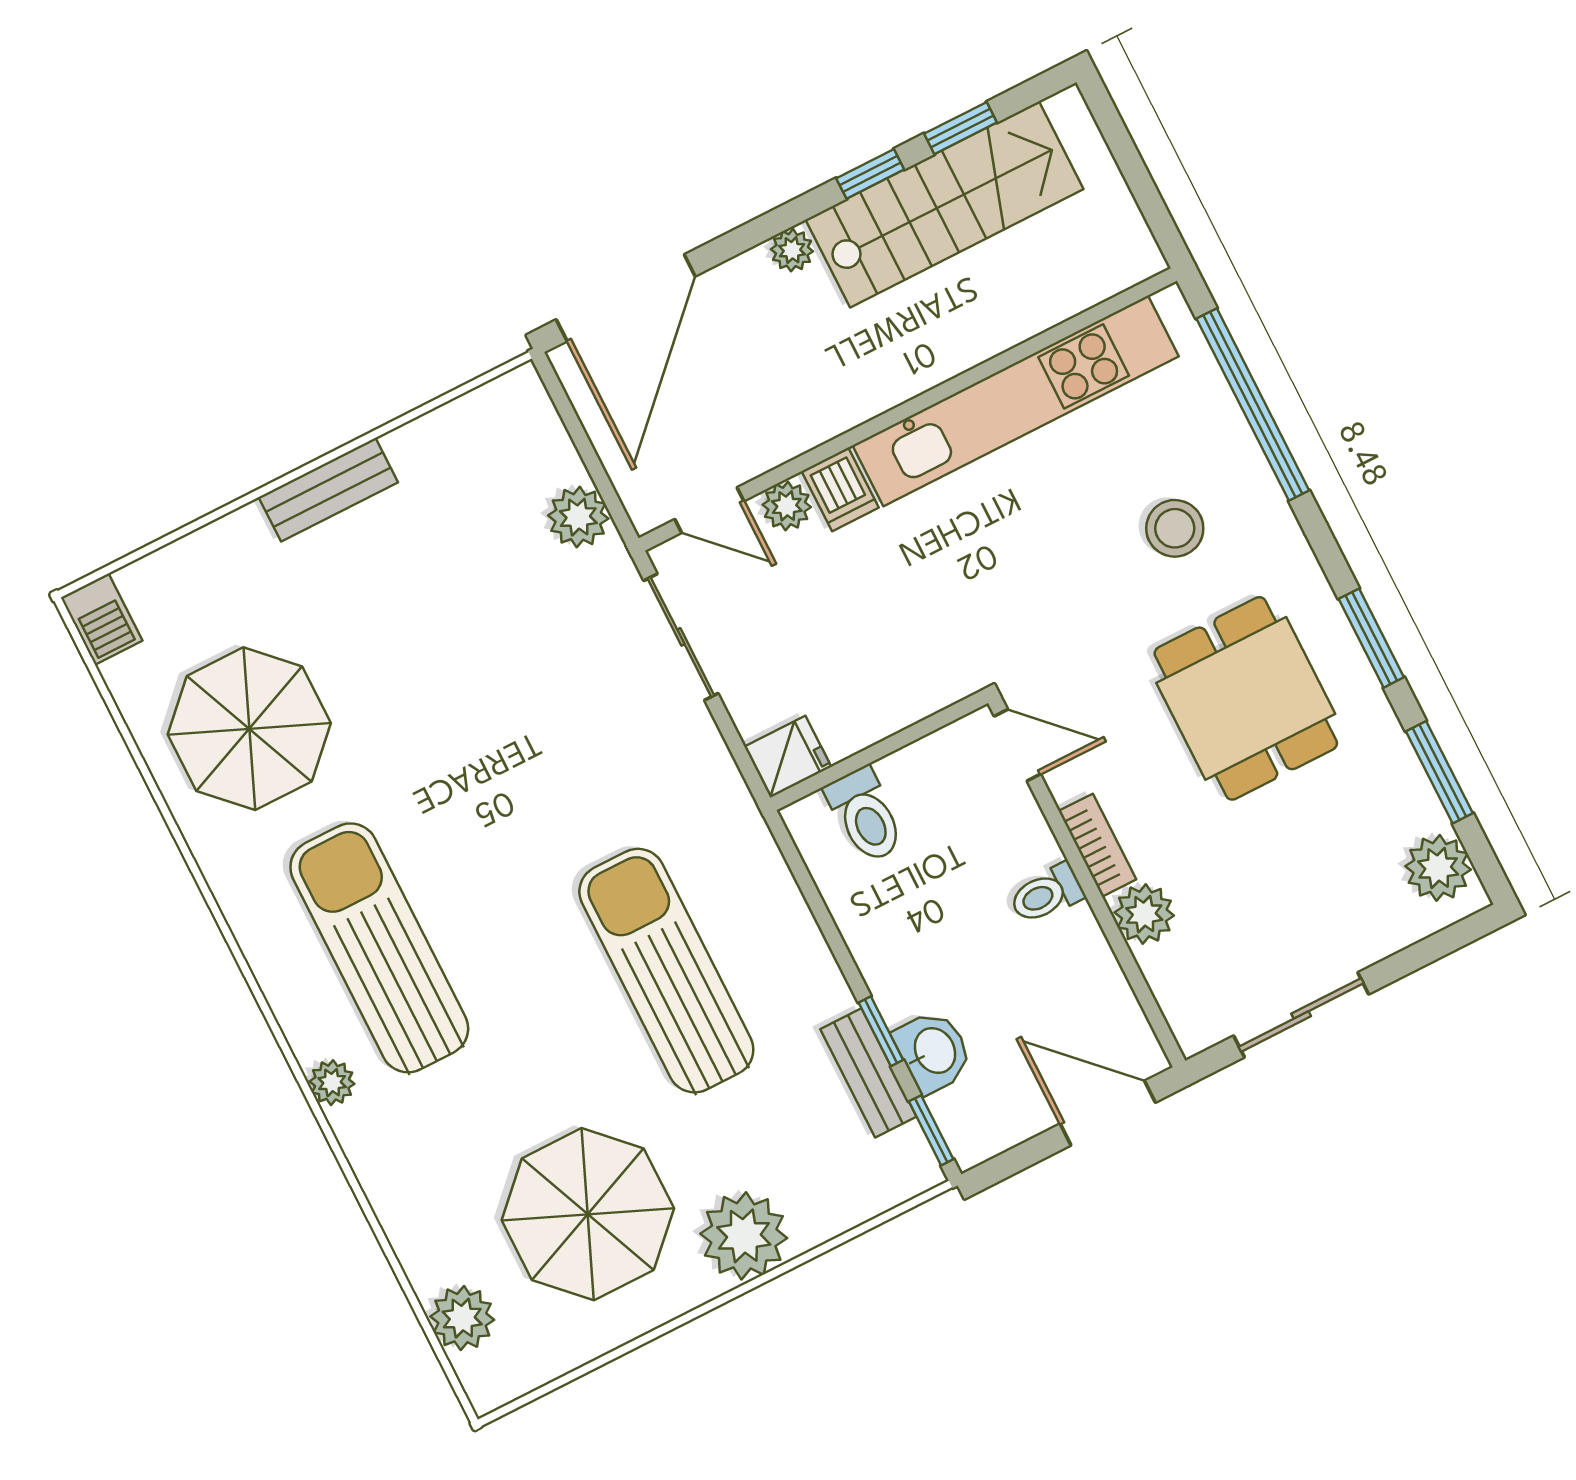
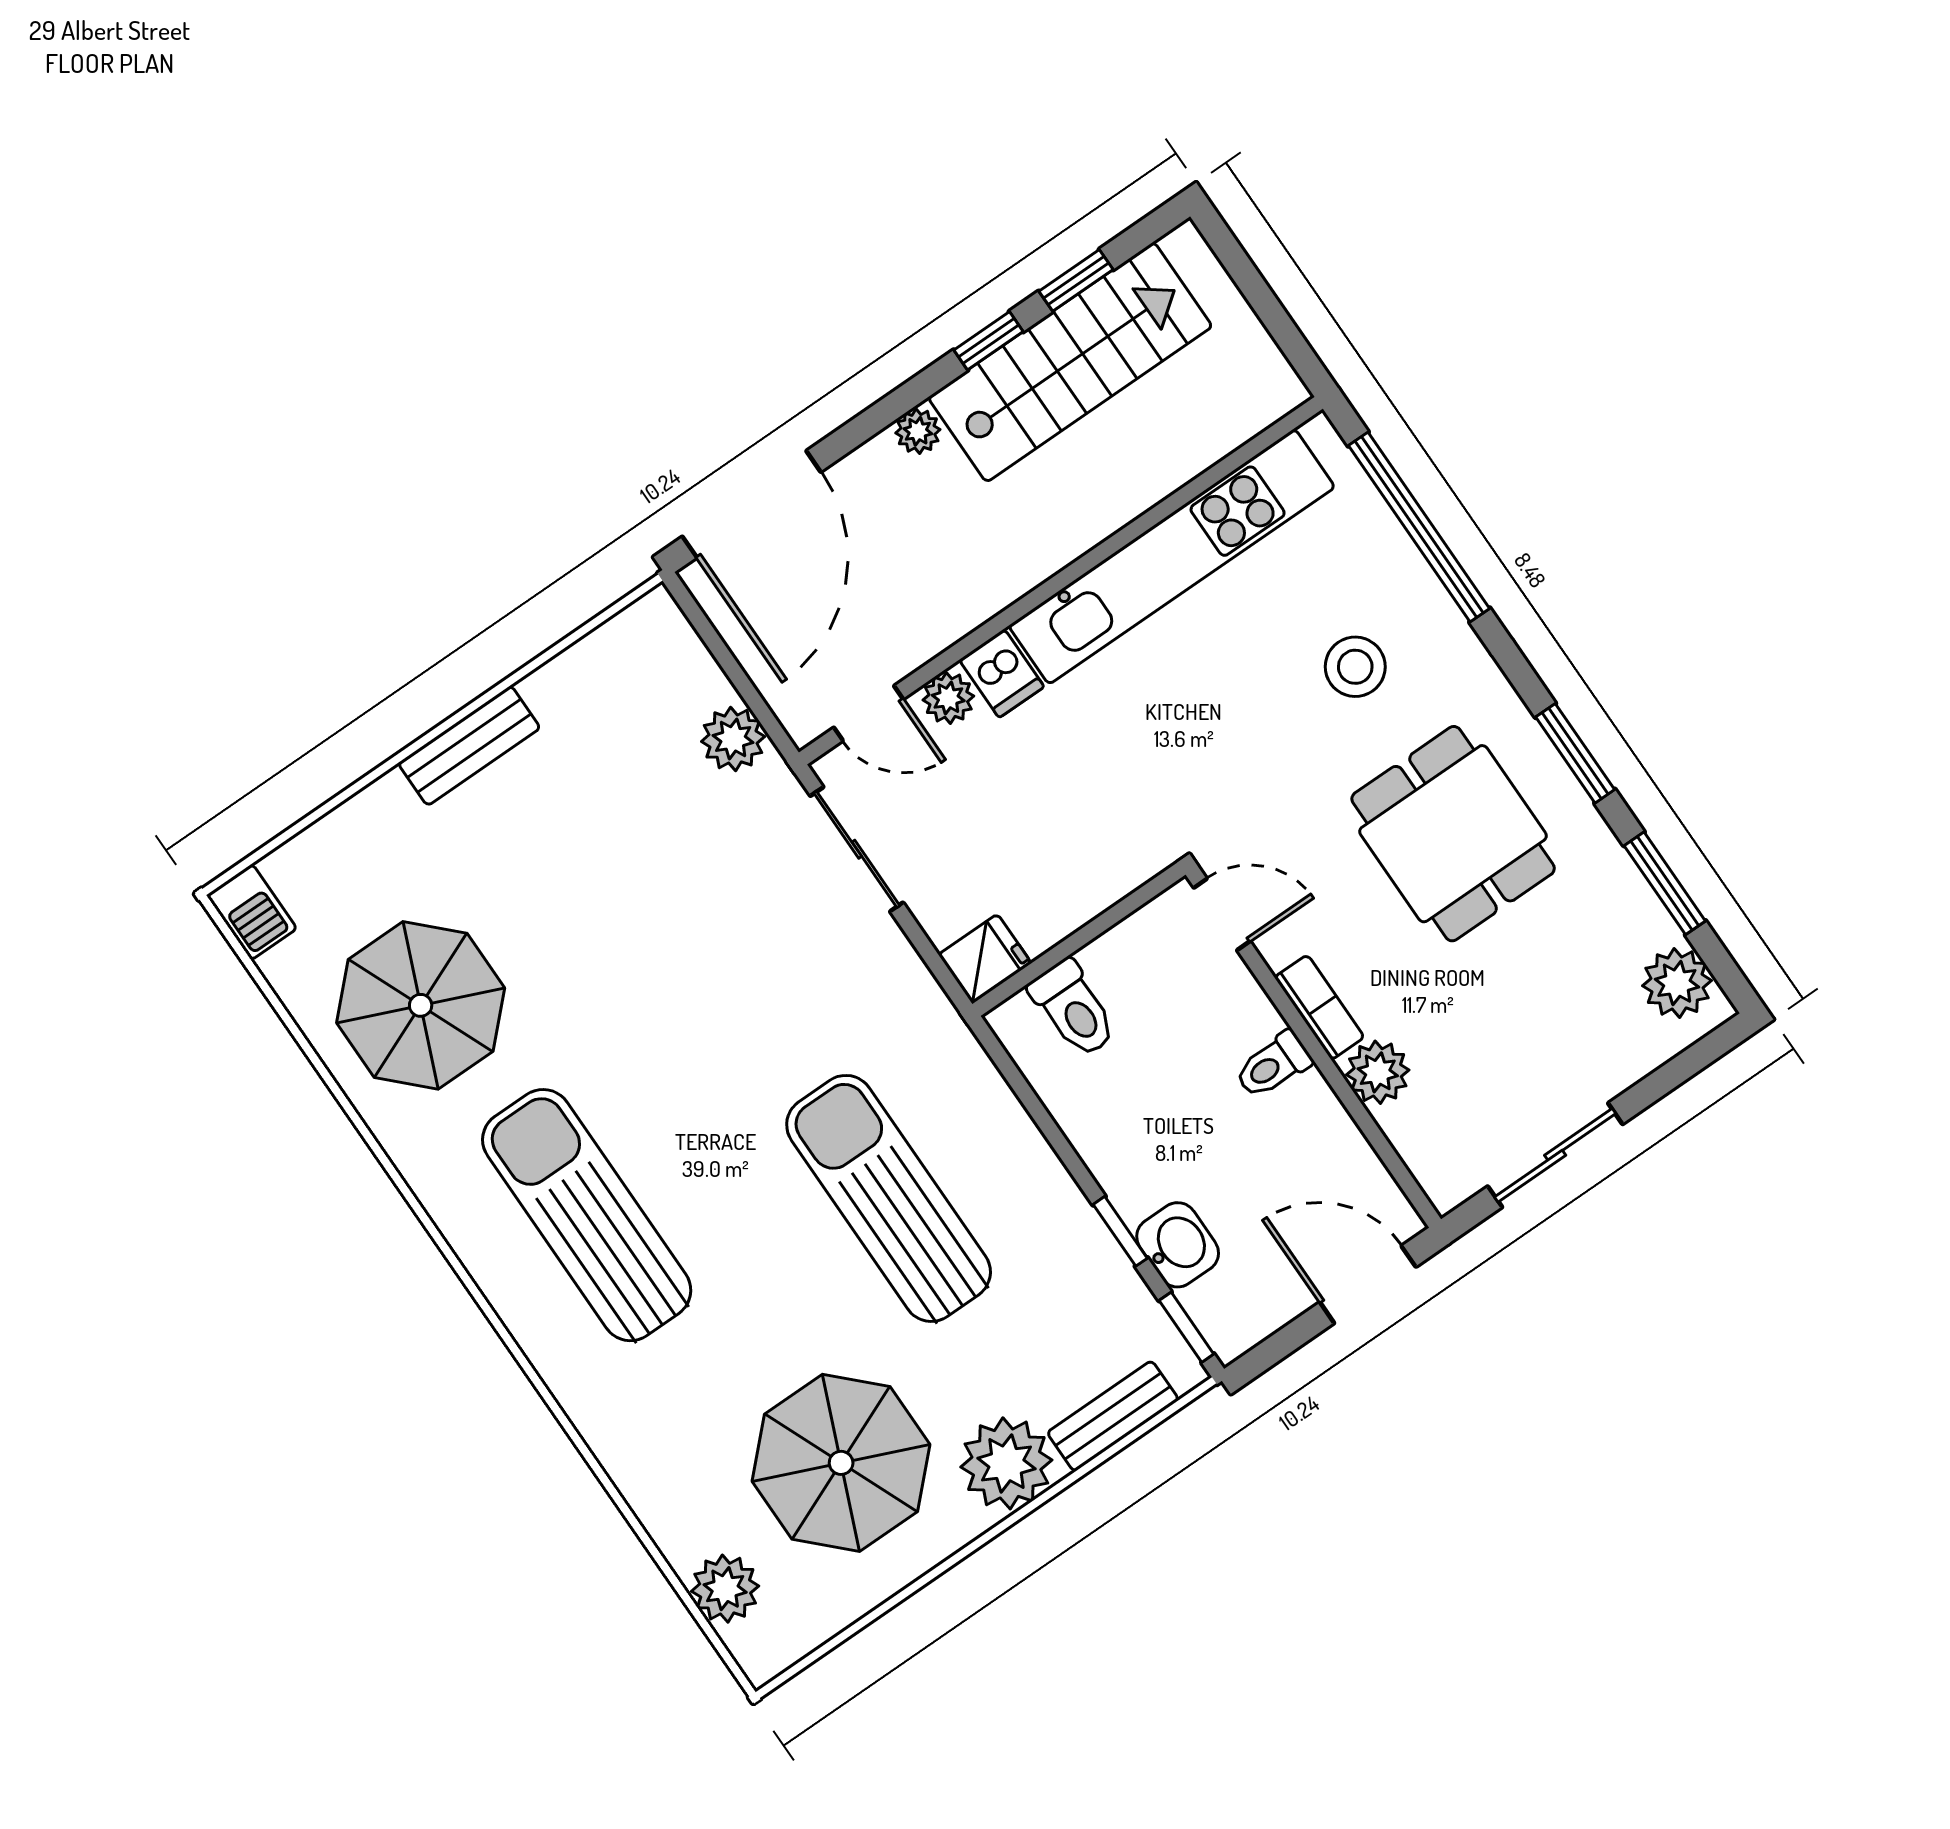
bench: (868, 1073) -> (1113, 1416), moved, turned 90
plant: (332, 1083) -> (556, 1362), removed

